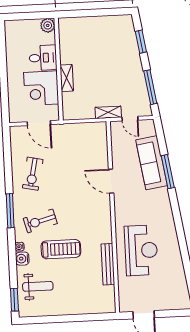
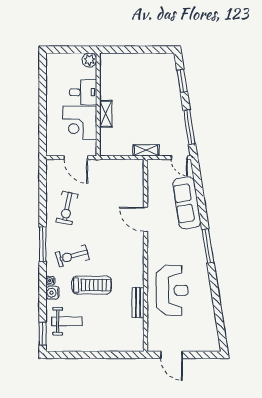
door: (130, 119) -> (179, 158), moved
window: (168, 172) -> (208, 246), moved
bench: (108, 264) -> (138, 302), width x0.73

